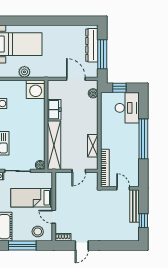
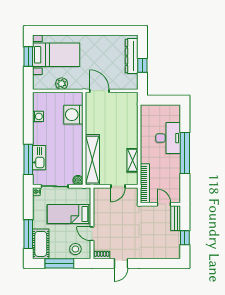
window: (102, 54) -> (142, 65), width x0.46
door: (76, 79) -> (99, 91), moved
window: (119, 88) -> (160, 100), removed
washing machine: (36, 89) -> (73, 115), moved, turned 90
boiler: (93, 93) -> (133, 106), removed
desk: (127, 108) -> (168, 138), moved
freezer: (54, 110) -> (92, 123), removed
bench: (134, 206) -> (176, 218), width x0.73

